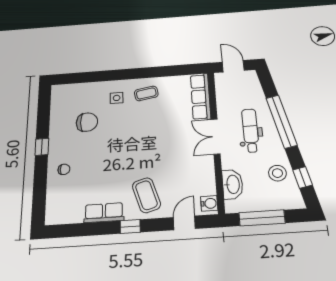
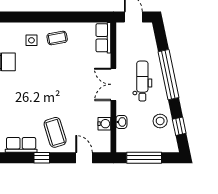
row of seats: (201, 97) -> (103, 38), width x0.68
washbasin: (233, 184) -> (121, 122), width x0.52, depth x0.69
water cooler: (209, 203) -> (104, 124), moved
door: (184, 223) -> (84, 158), hinge flipped

